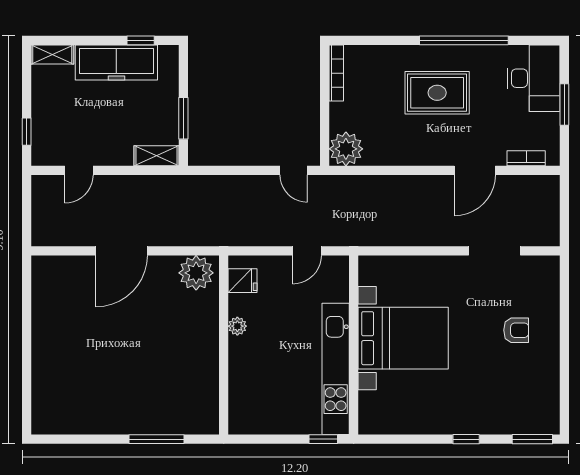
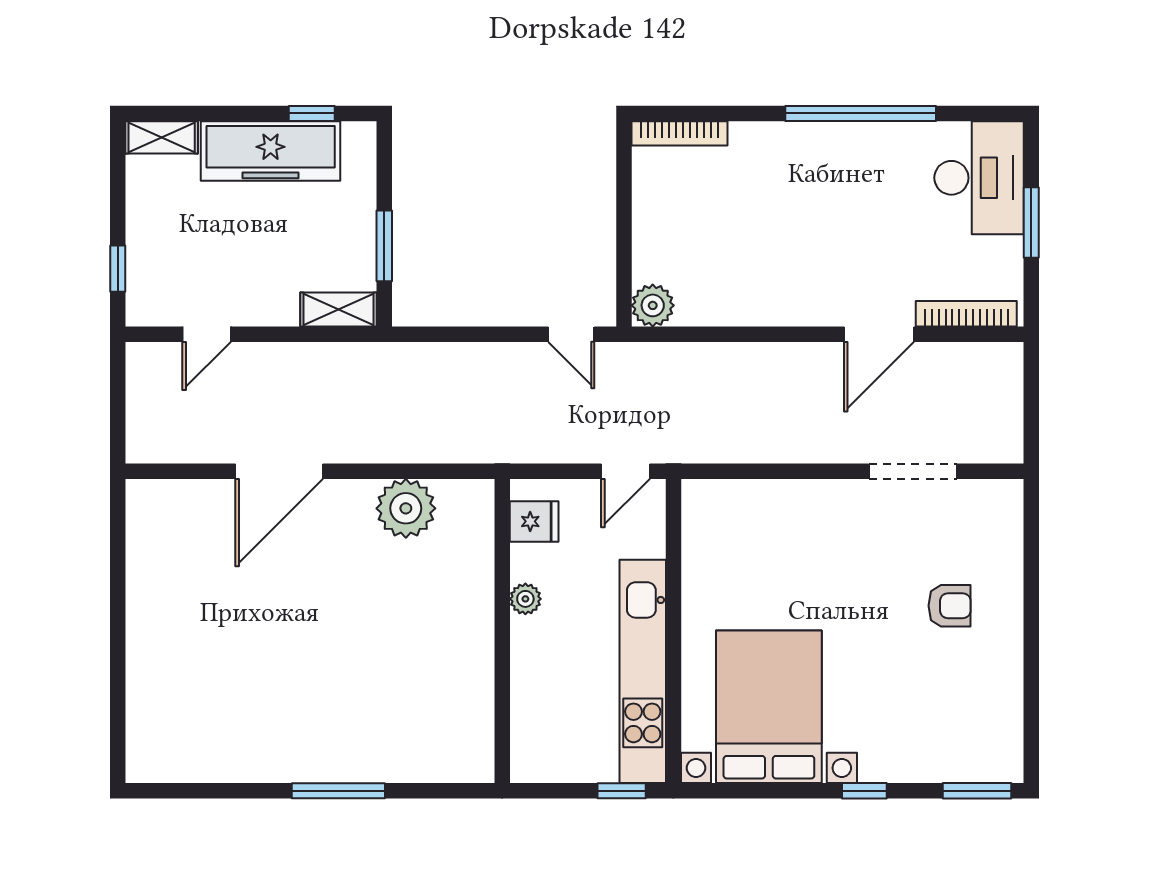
bookcase: (336, 73) -> (679, 133), moved, turned 90
rug: (437, 93) -> (815, 202), removed
plant: (346, 149) -> (653, 305), width x0.73, depth x0.73
bookcase: (526, 158) -> (966, 314), width x1.56
door: (307, 251) -> (626, 471), moved
fridge: (243, 281) -> (534, 521), moved
plant: (237, 326) -> (525, 599), moved
bed with nightstands: (403, 338) -> (769, 707), moved, turned -90
wall: (224, 345) -> (502, 631), moved

